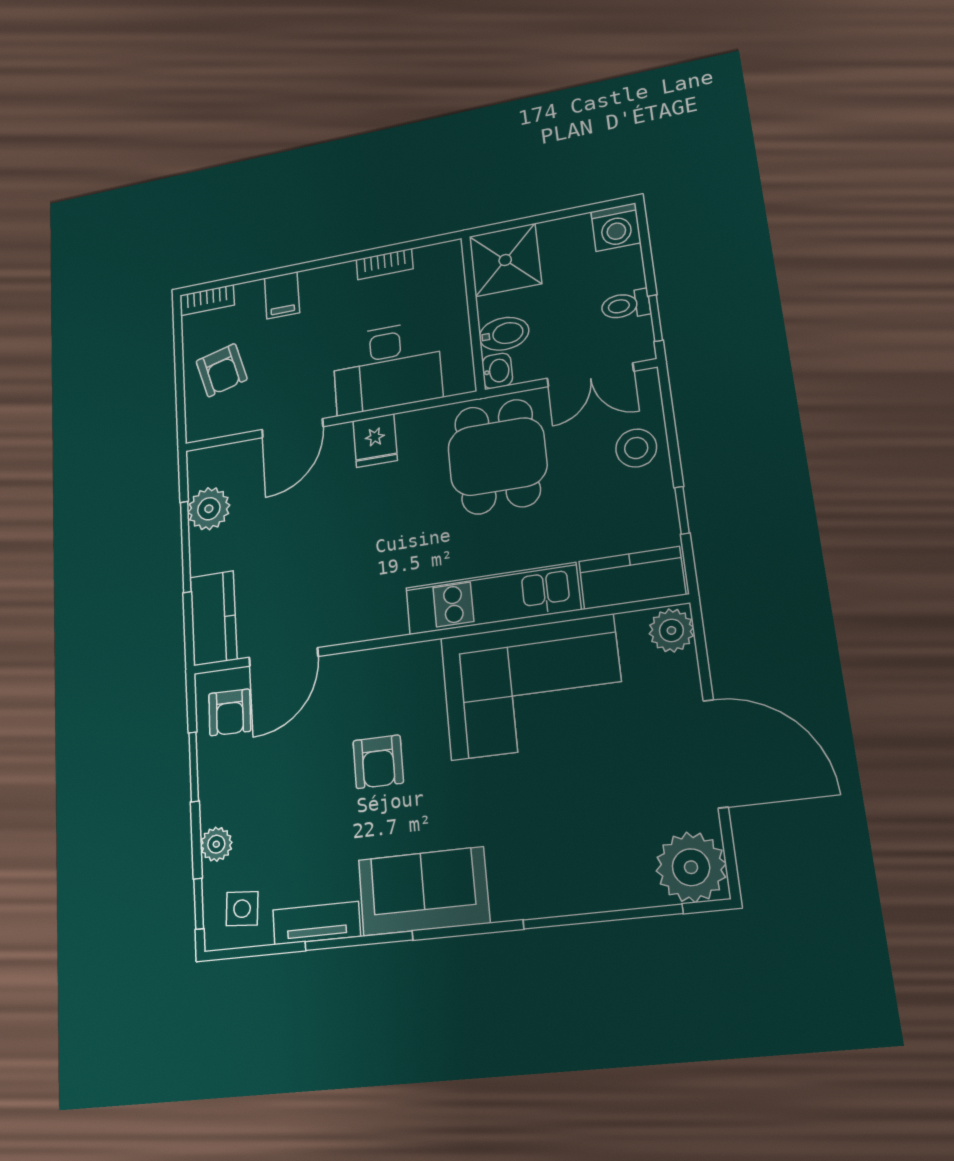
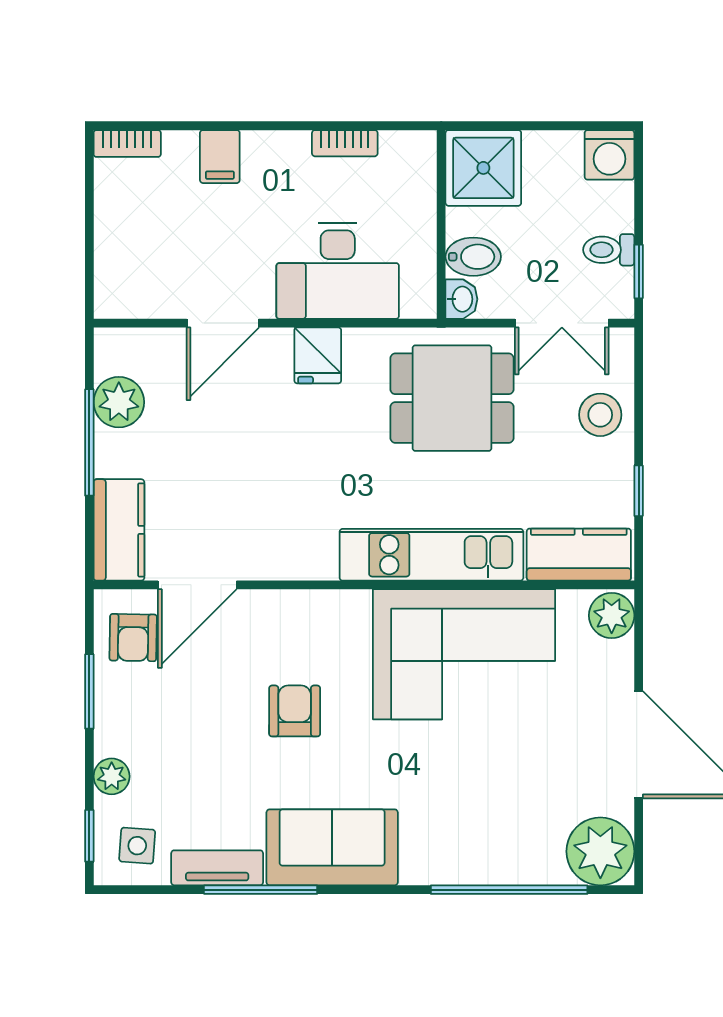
armchair: (222, 370) -> (142, 236), removed
dining table: (497, 457) -> (452, 398), turned 90
armchair: (378, 762) -> (295, 711), turned 180

